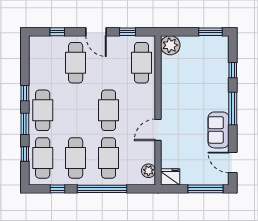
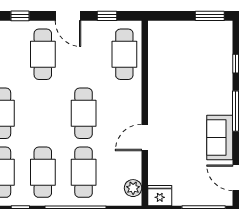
plant: (170, 45) -> (160, 33), removed

